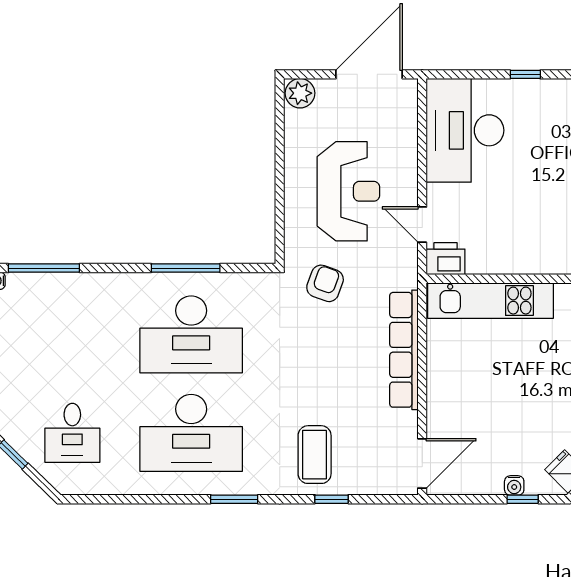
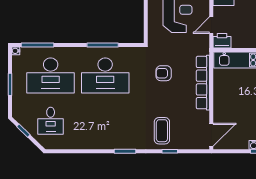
door: (422, 225) -> (211, 25), hinge flipped
armchair: (325, 283) -> (164, 73), moved, turned -110
desk: (191, 433) -> (51, 75), moved

